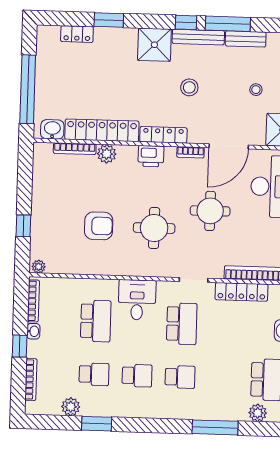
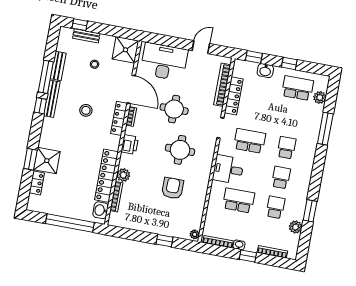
shower: (154, 45) -> (47, 161), moved
locker: (163, 135) -> (119, 118), moved

